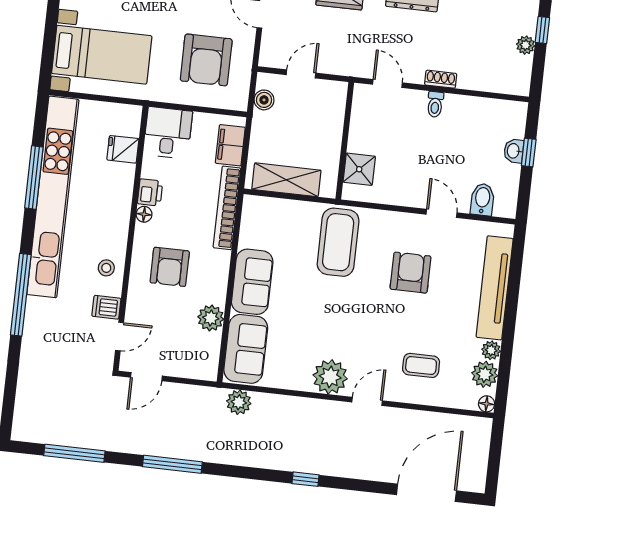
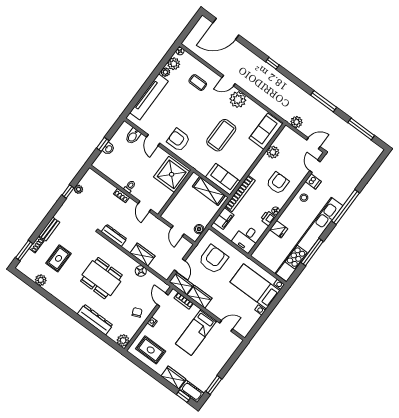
door: (301, 74) -> (178, 231), hinge flipped
fridge: (123, 149) -> (279, 229), moved
shower: (359, 169) -> (172, 174), width x1.86, depth x1.86
coffee table: (338, 242) -> (221, 135), moved
armchair: (410, 273) -> (179, 140), moved, turned 90
sofa: (252, 282) -> (223, 179), moved, turned 90
door: (120, 337) -> (315, 166), hinge flipped
plant: (239, 402) -> (296, 122), moved

